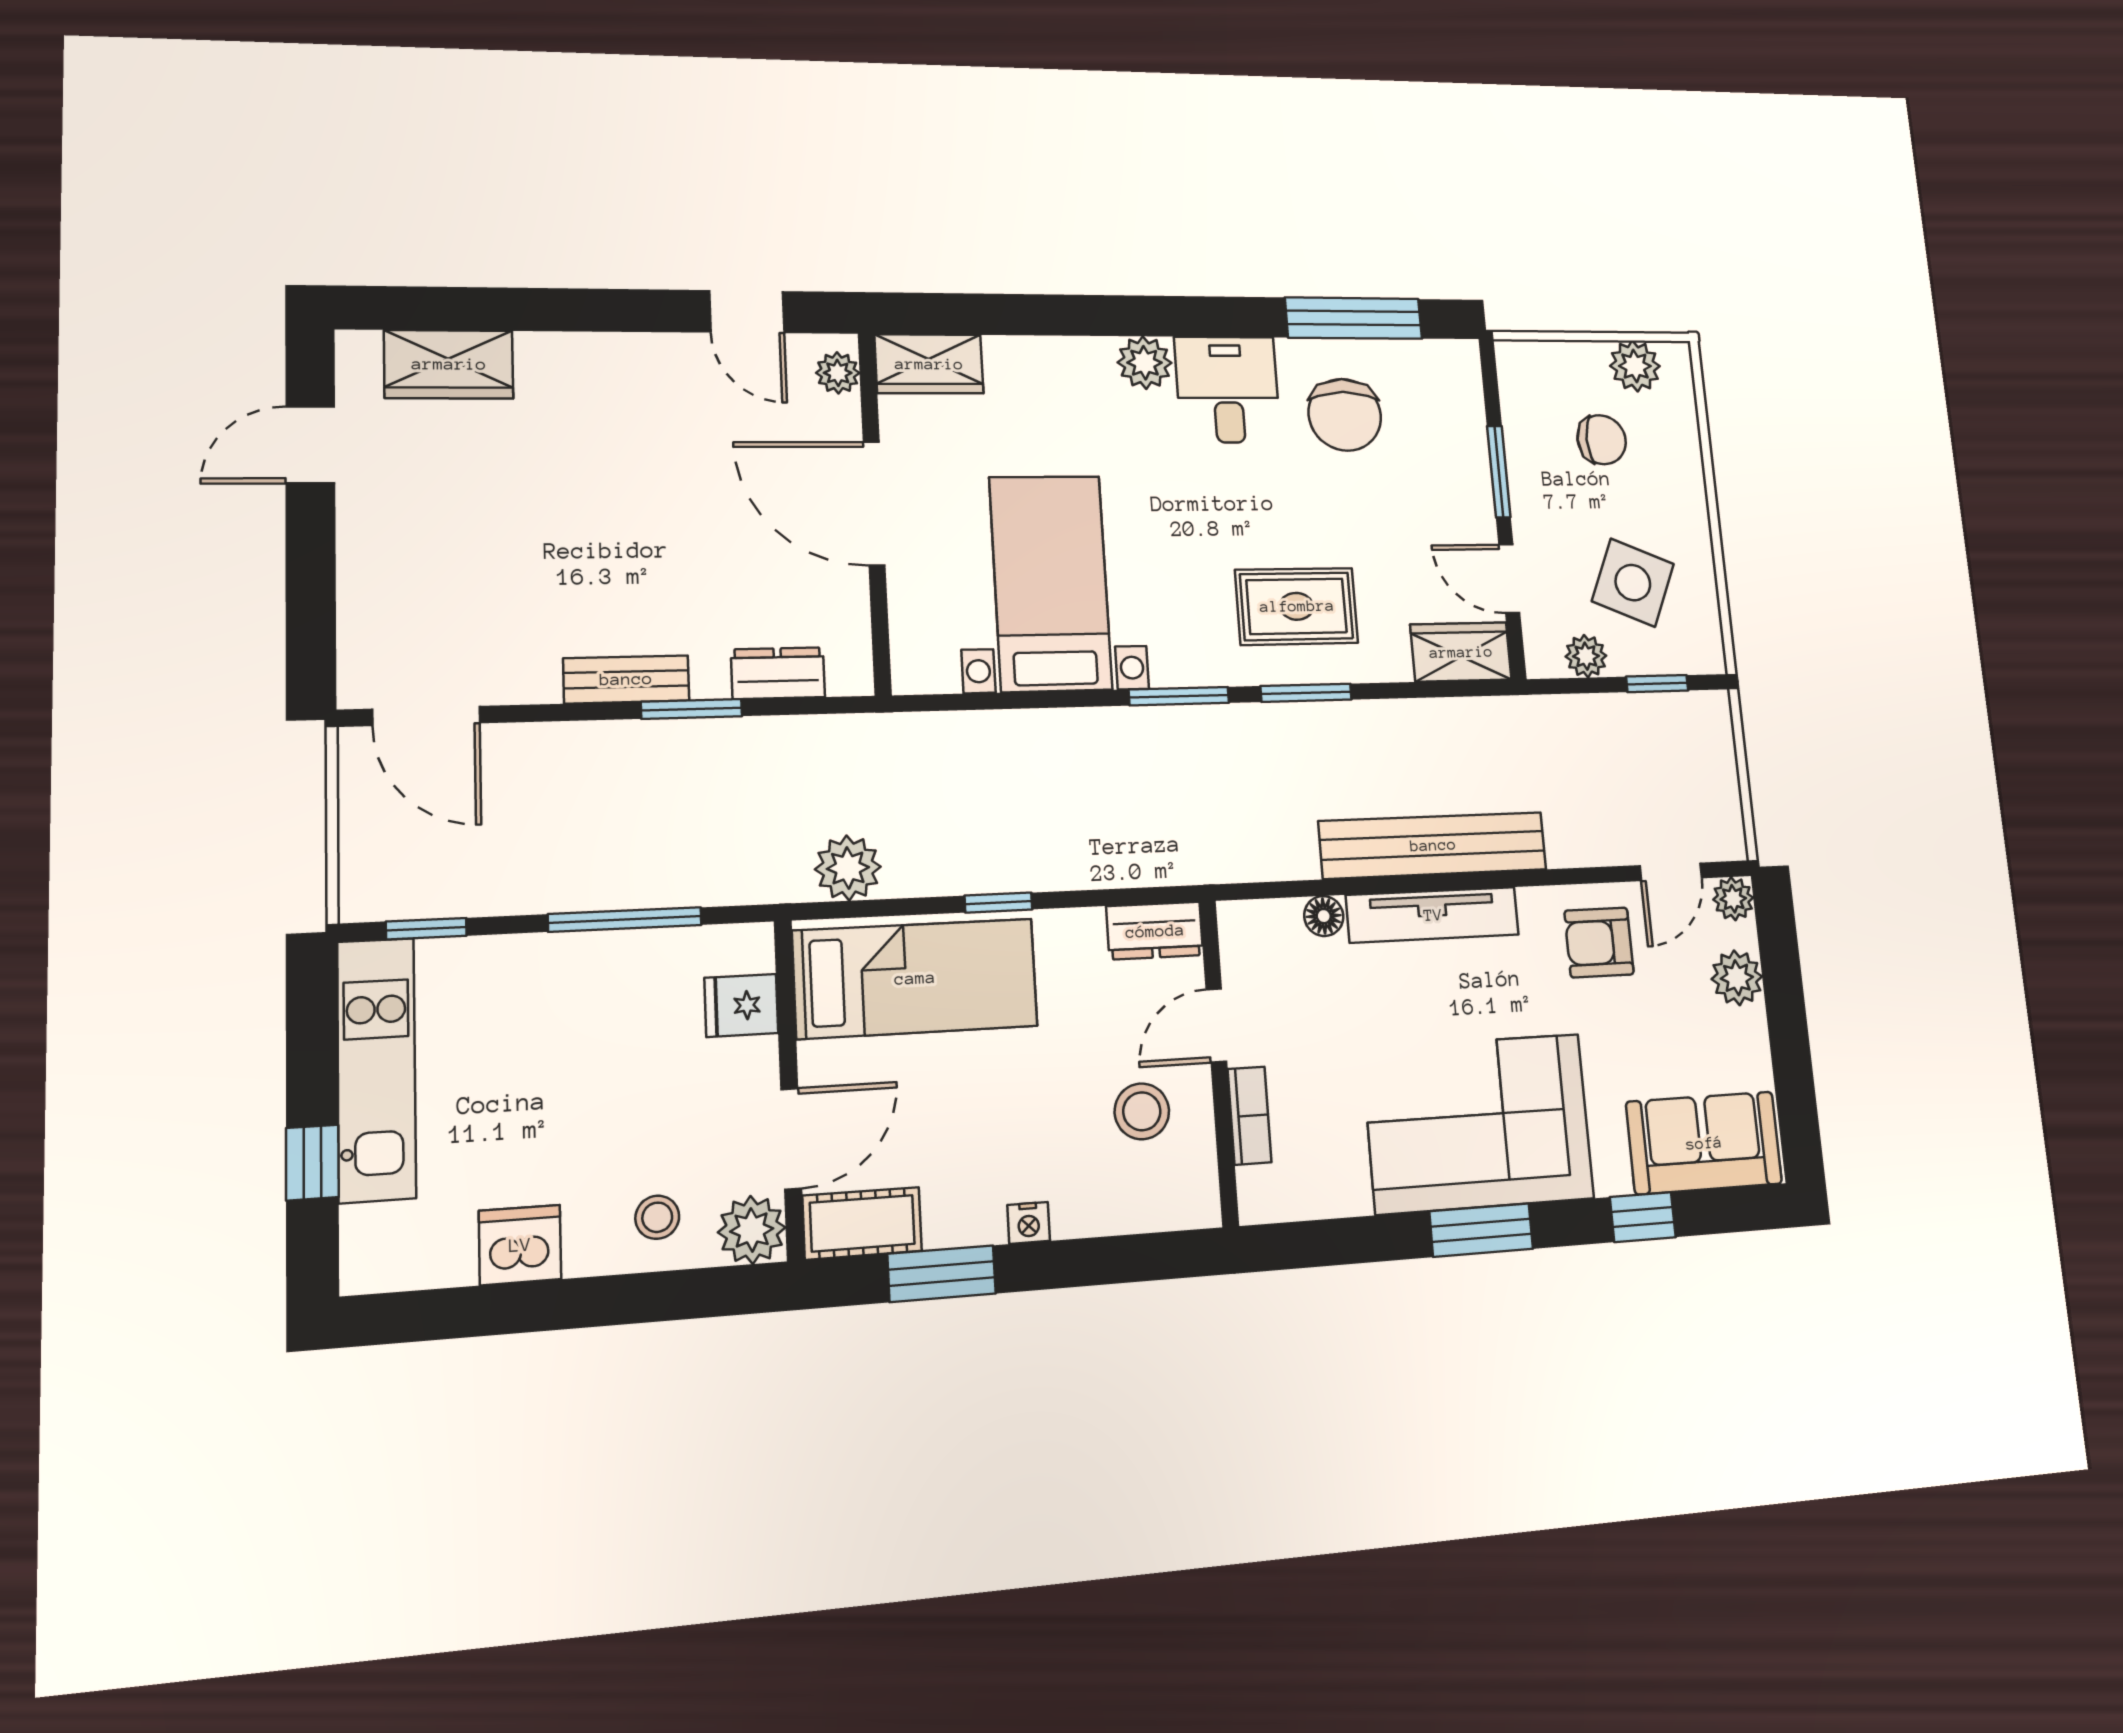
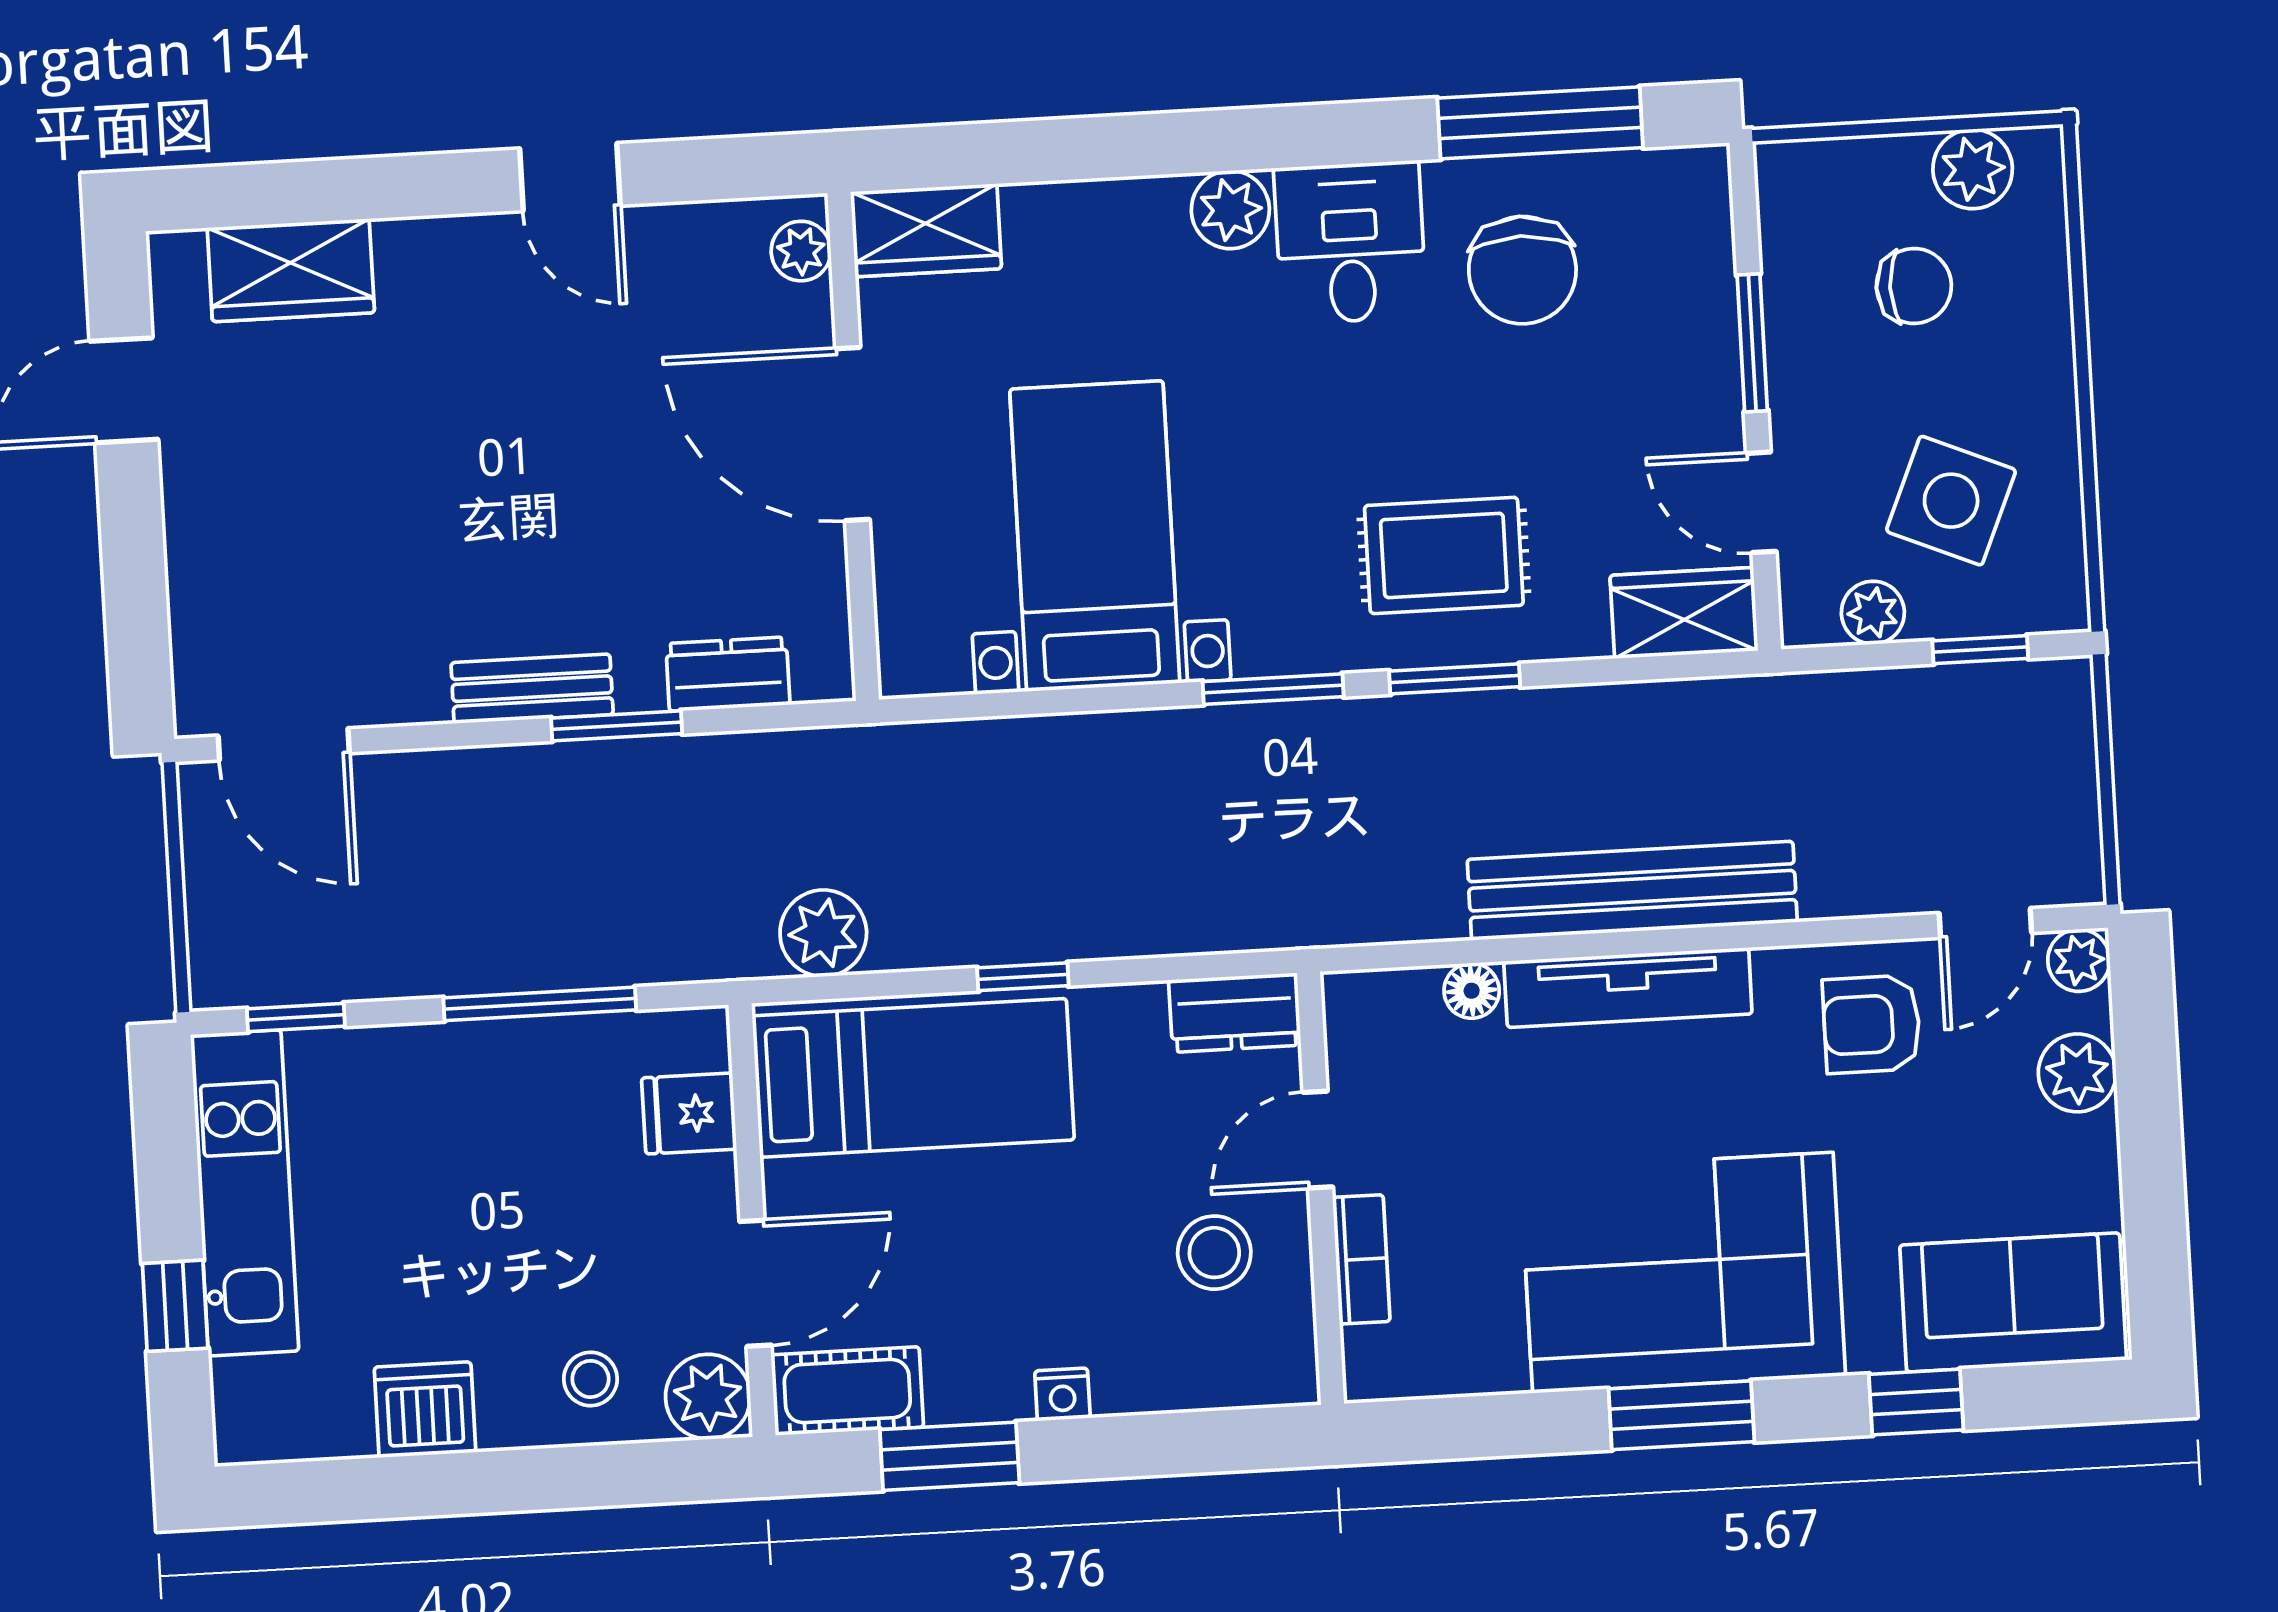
door: (747, 312) -> (570, 177), moved

